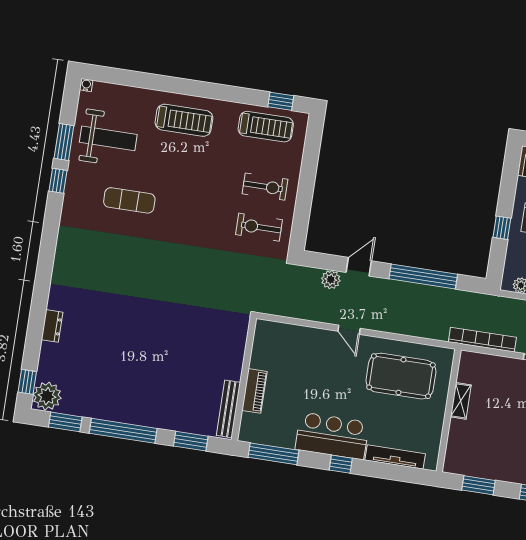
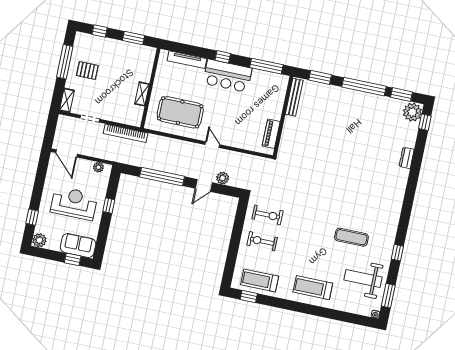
window: (64, 142) -> (388, 296), moved
piano: (254, 391) -> (271, 134), moved

